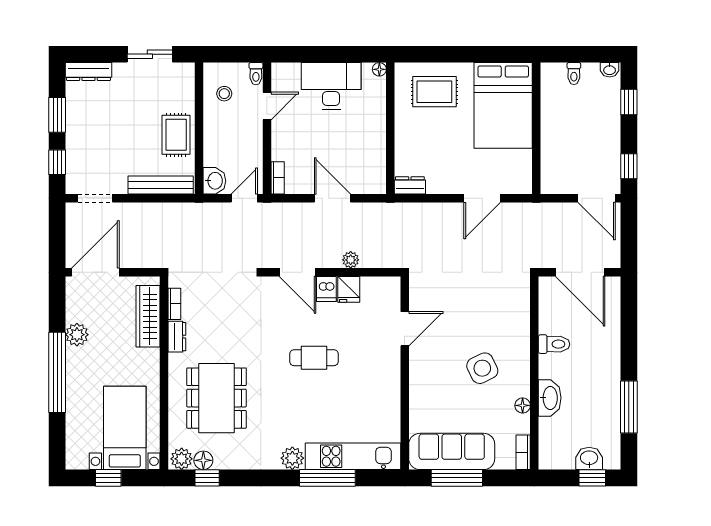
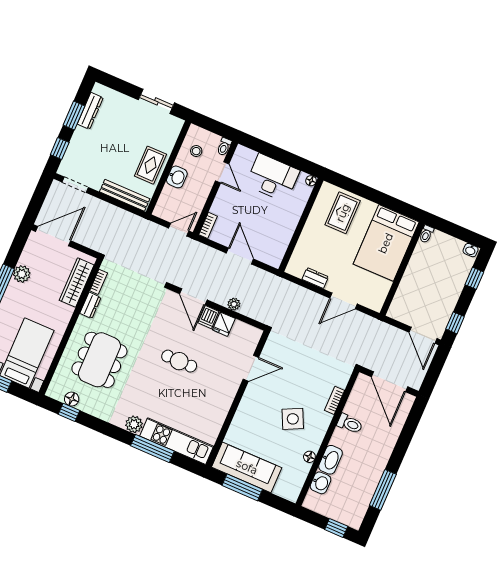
dresser: (88, 71) -> (90, 111), moved, turned -90
toilet: (574, 74) -> (426, 234), moved
rug: (434, 92) -> (343, 213), turned 90
door: (267, 106) -> (222, 172), hinge flipped
washbasin: (214, 181) -> (177, 177), moved
dresser: (410, 185) -> (315, 278), moved
bookcase: (523, 452) -> (334, 400), moved
washbasin: (589, 458) -> (321, 483), moved, turned 90
plant: (182, 459) -> (57, 391), removed

